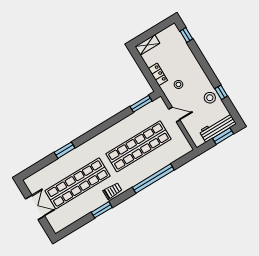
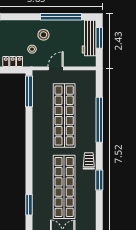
window: (221, 92) -> (61, 17), width x3.17
stool: (210, 98) -> (43, 35), moved
window: (141, 104) -> (29, 91), width x1.44
window: (65, 150) -> (29, 205), moved

